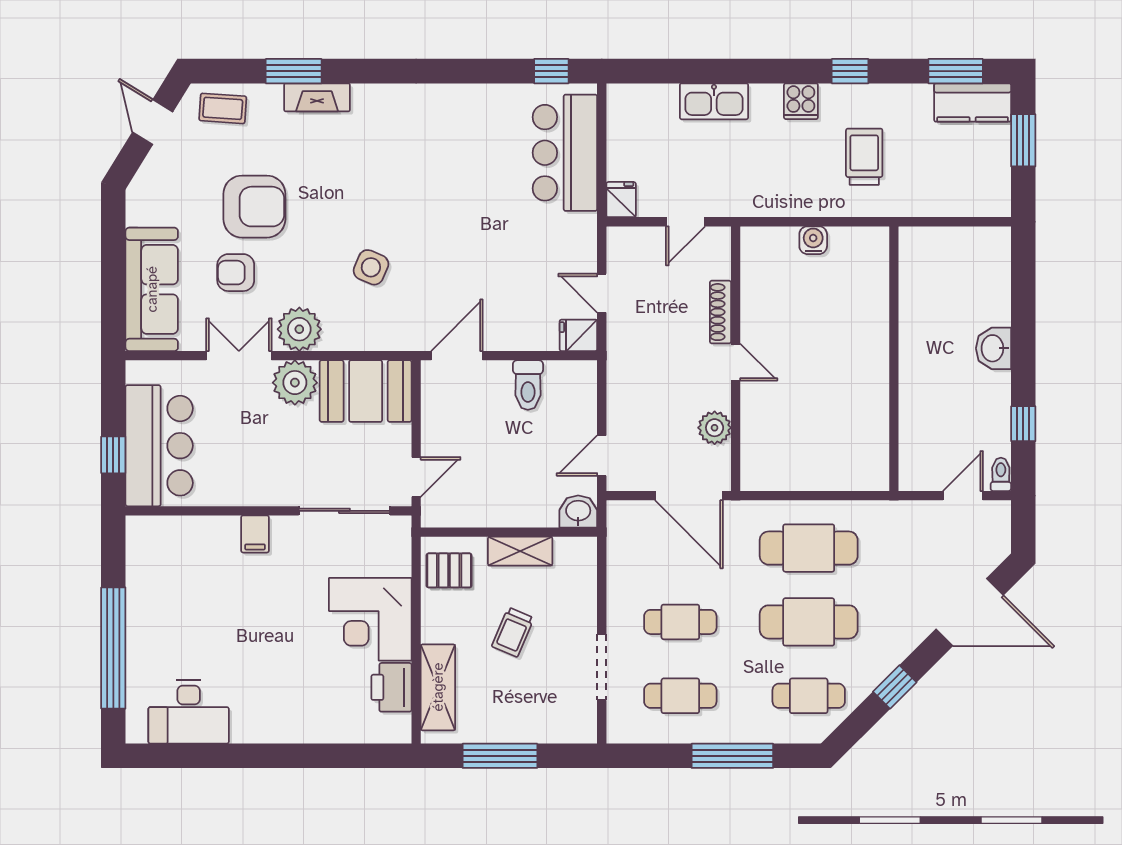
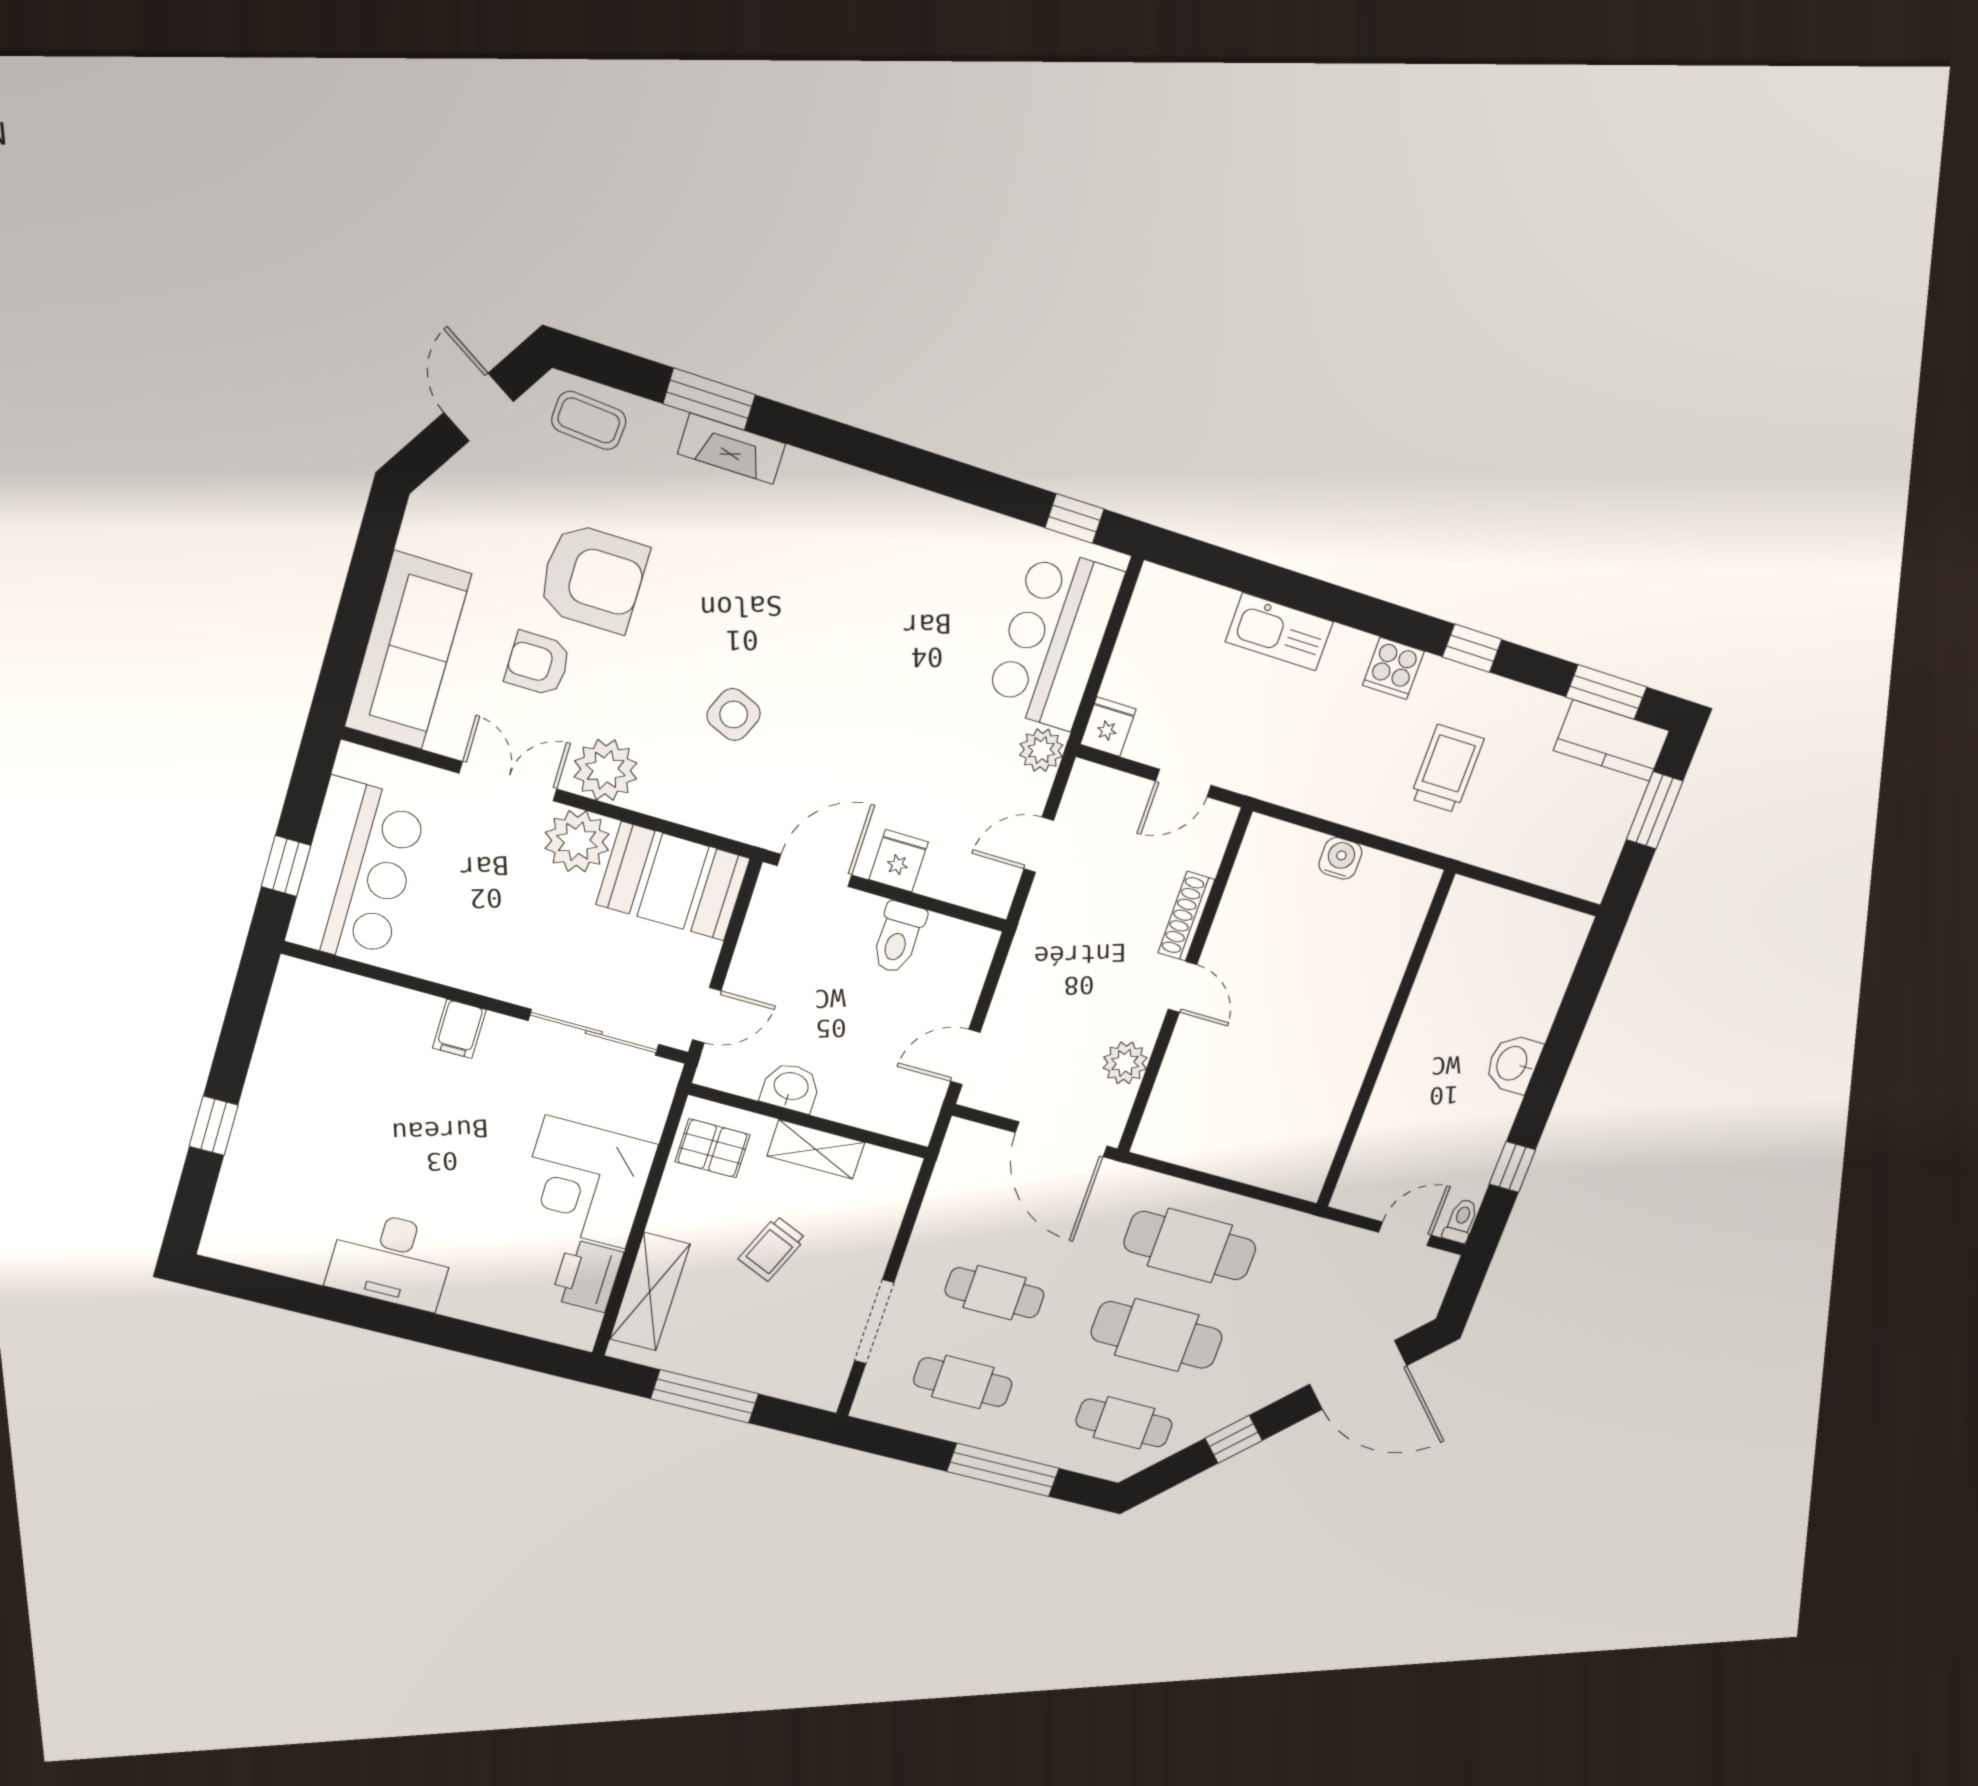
plant: (582, 229) -> (1041, 750), added
door: (602, 293) -> (1039, 845), hinge flipped
fridge: (578, 335) -> (899, 861), moved, turned 90
washbasin: (578, 512) -> (791, 1087), moved
window: (113, 648) -> (214, 1126), width x0.32
desk: (189, 712) -> (391, 1260), moved

